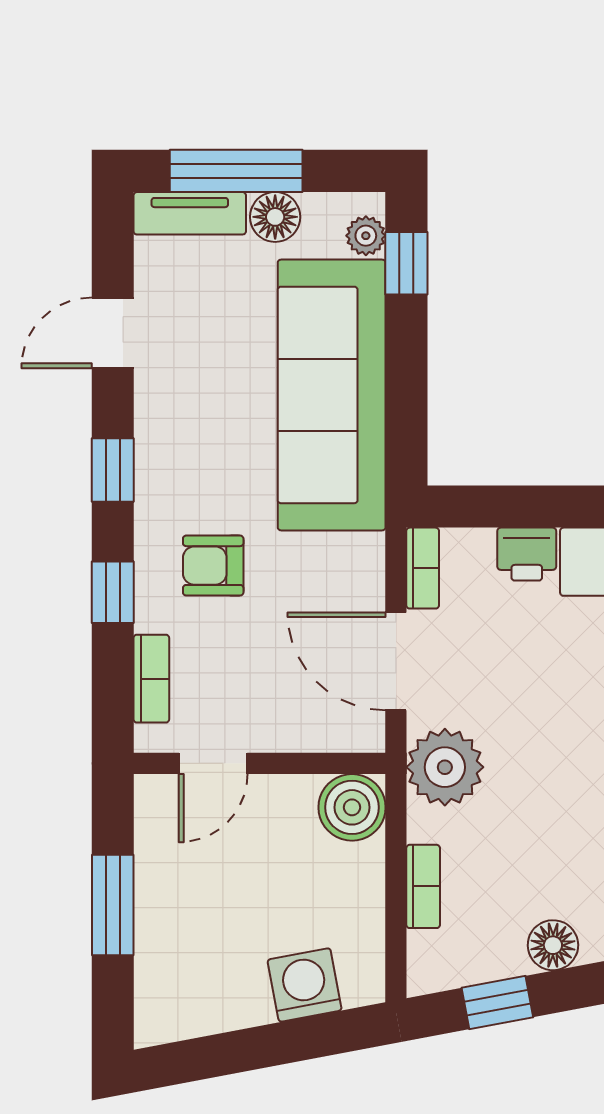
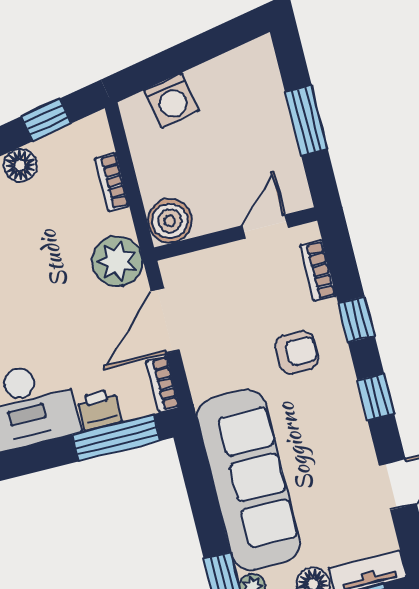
window: (512, 506) -> (116, 438), added
door: (396, 661) -> (165, 321), swing flipped

